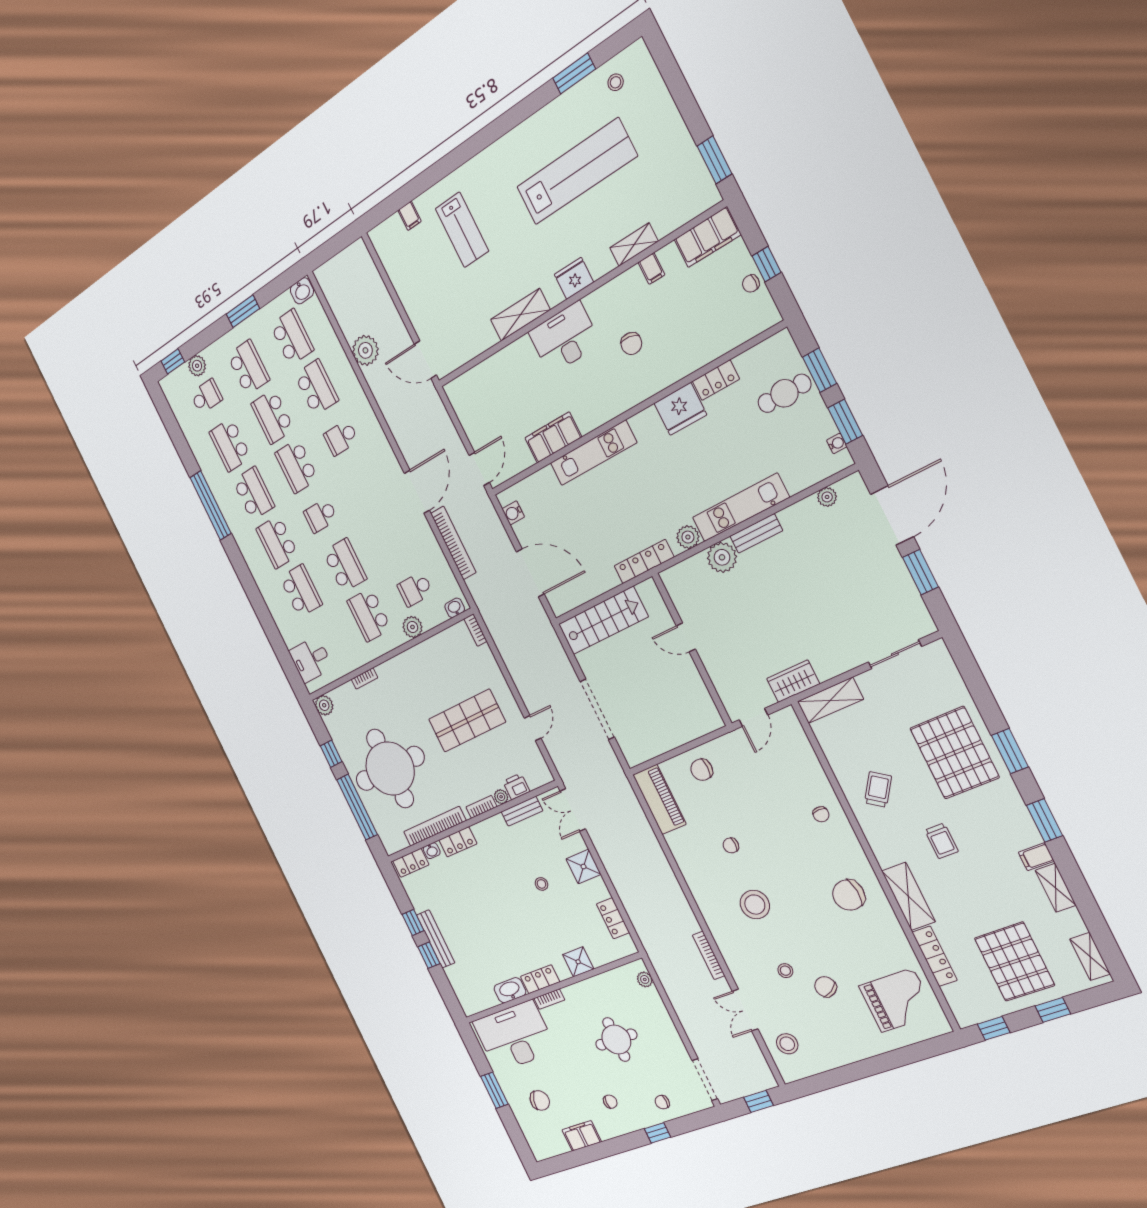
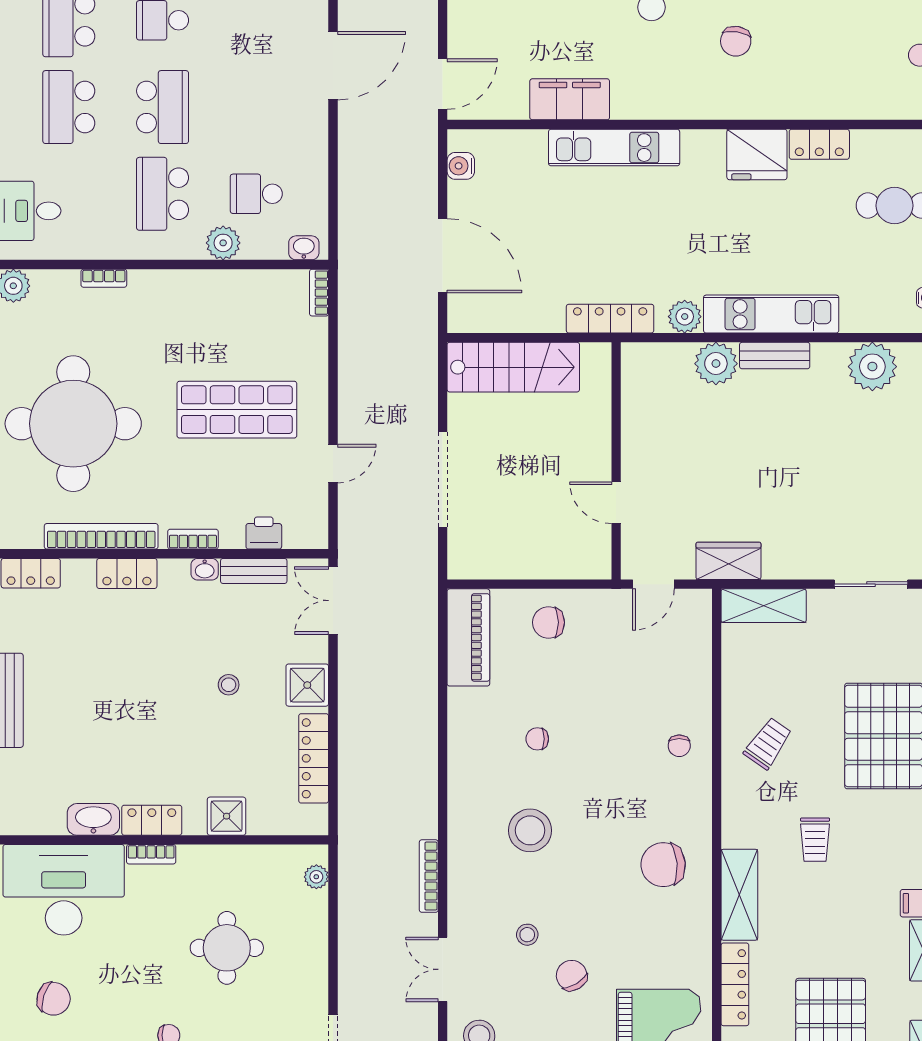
plant: (827, 497) -> (872, 367), width x1.88, depth x1.88
bookcase: (453, 543) -> (350, 161), removed
school desk: (301, 591) -> (69, 107), turned 180
door: (686, 637) -> (616, 503), moved
plant: (501, 797) -> (232, 538), removed
washbasin: (432, 851) -> (205, 569), moved
locker: (613, 918) -> (314, 758), width x1.53

